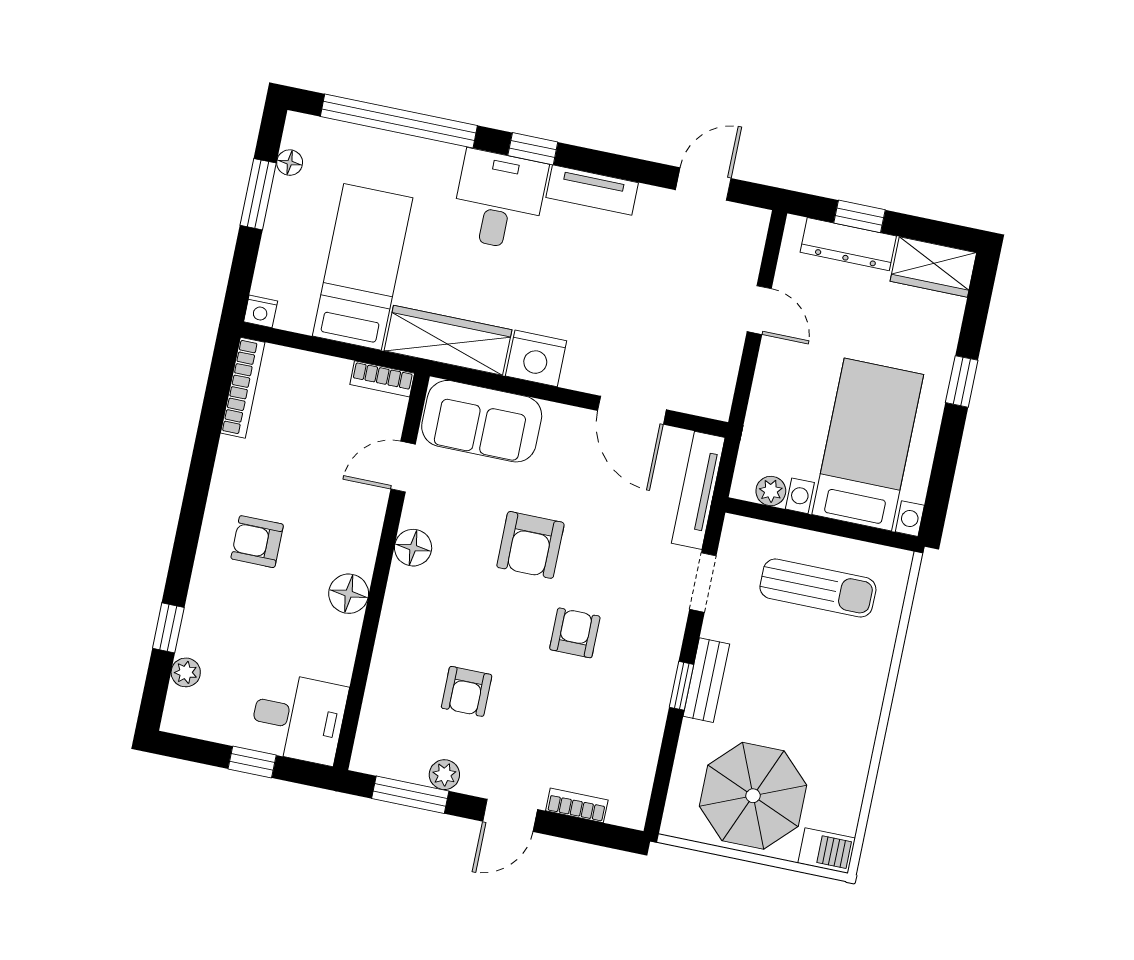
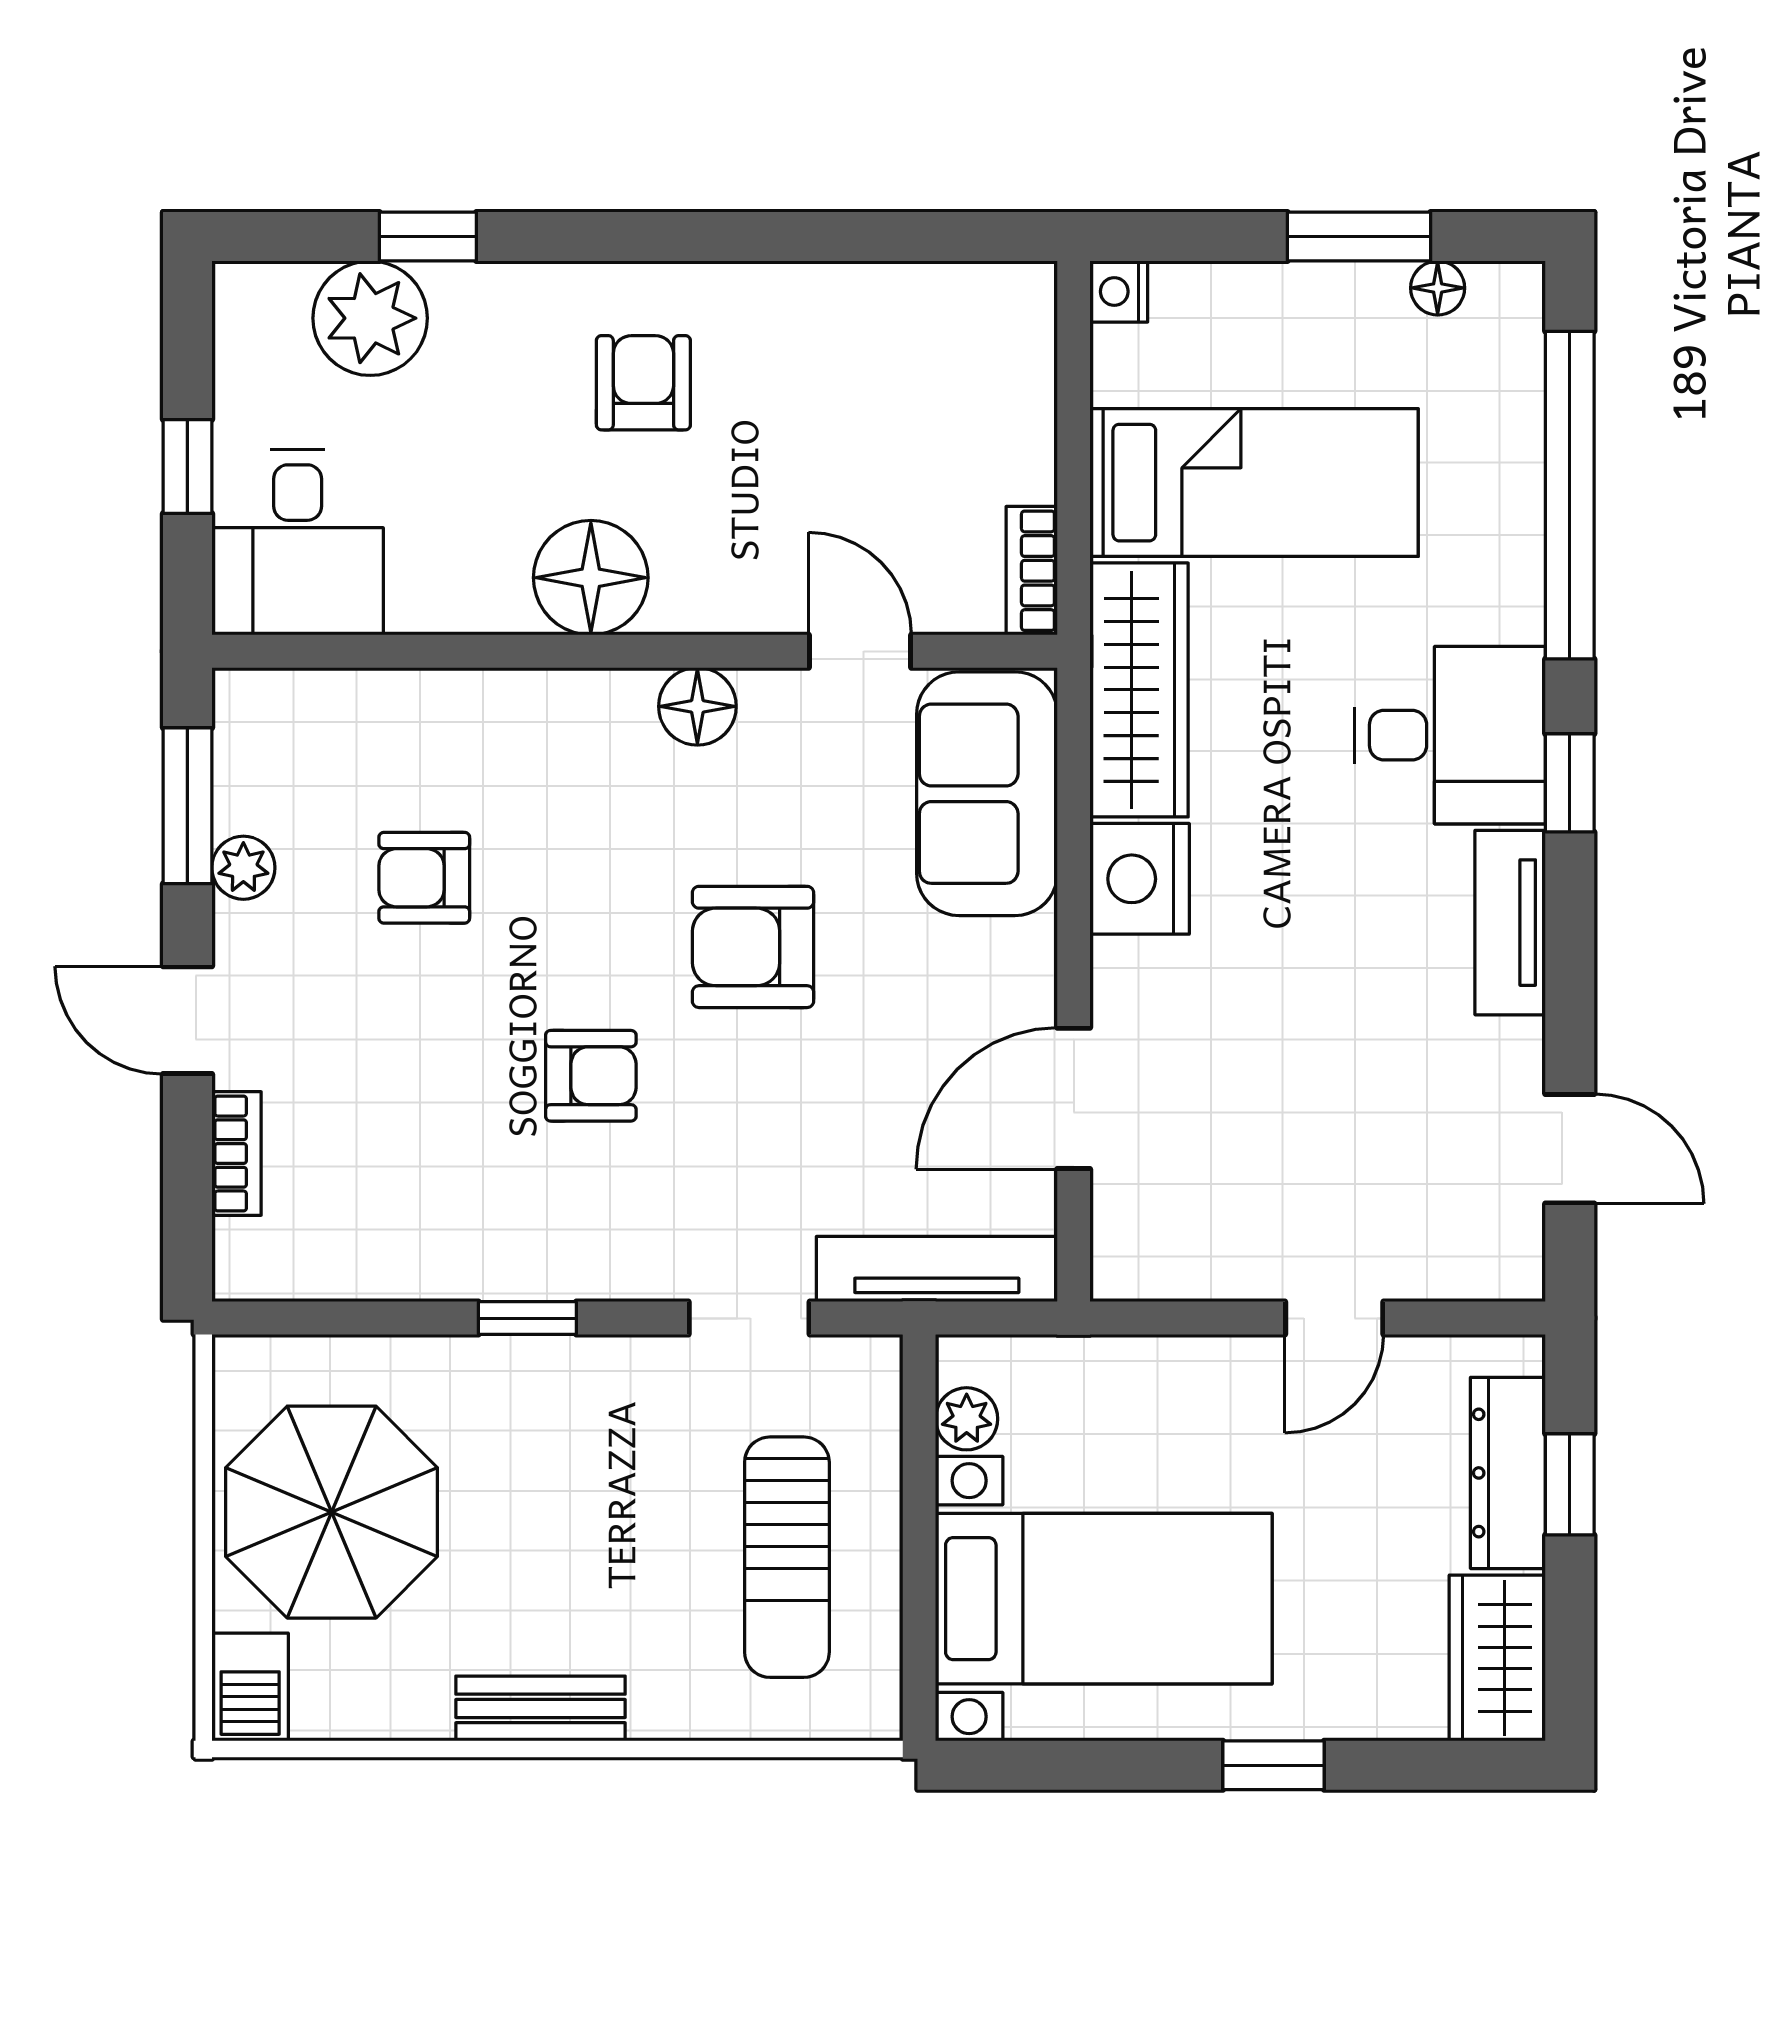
bookcase: (243, 388) -> (954, 287), removed
floor lamp: (349, 594) -> (591, 578), width x1.38, depth x1.38
plant: (186, 672) -> (370, 318), width x1.88, depth x1.88
bench: (706, 680) -> (540, 1708), moved

